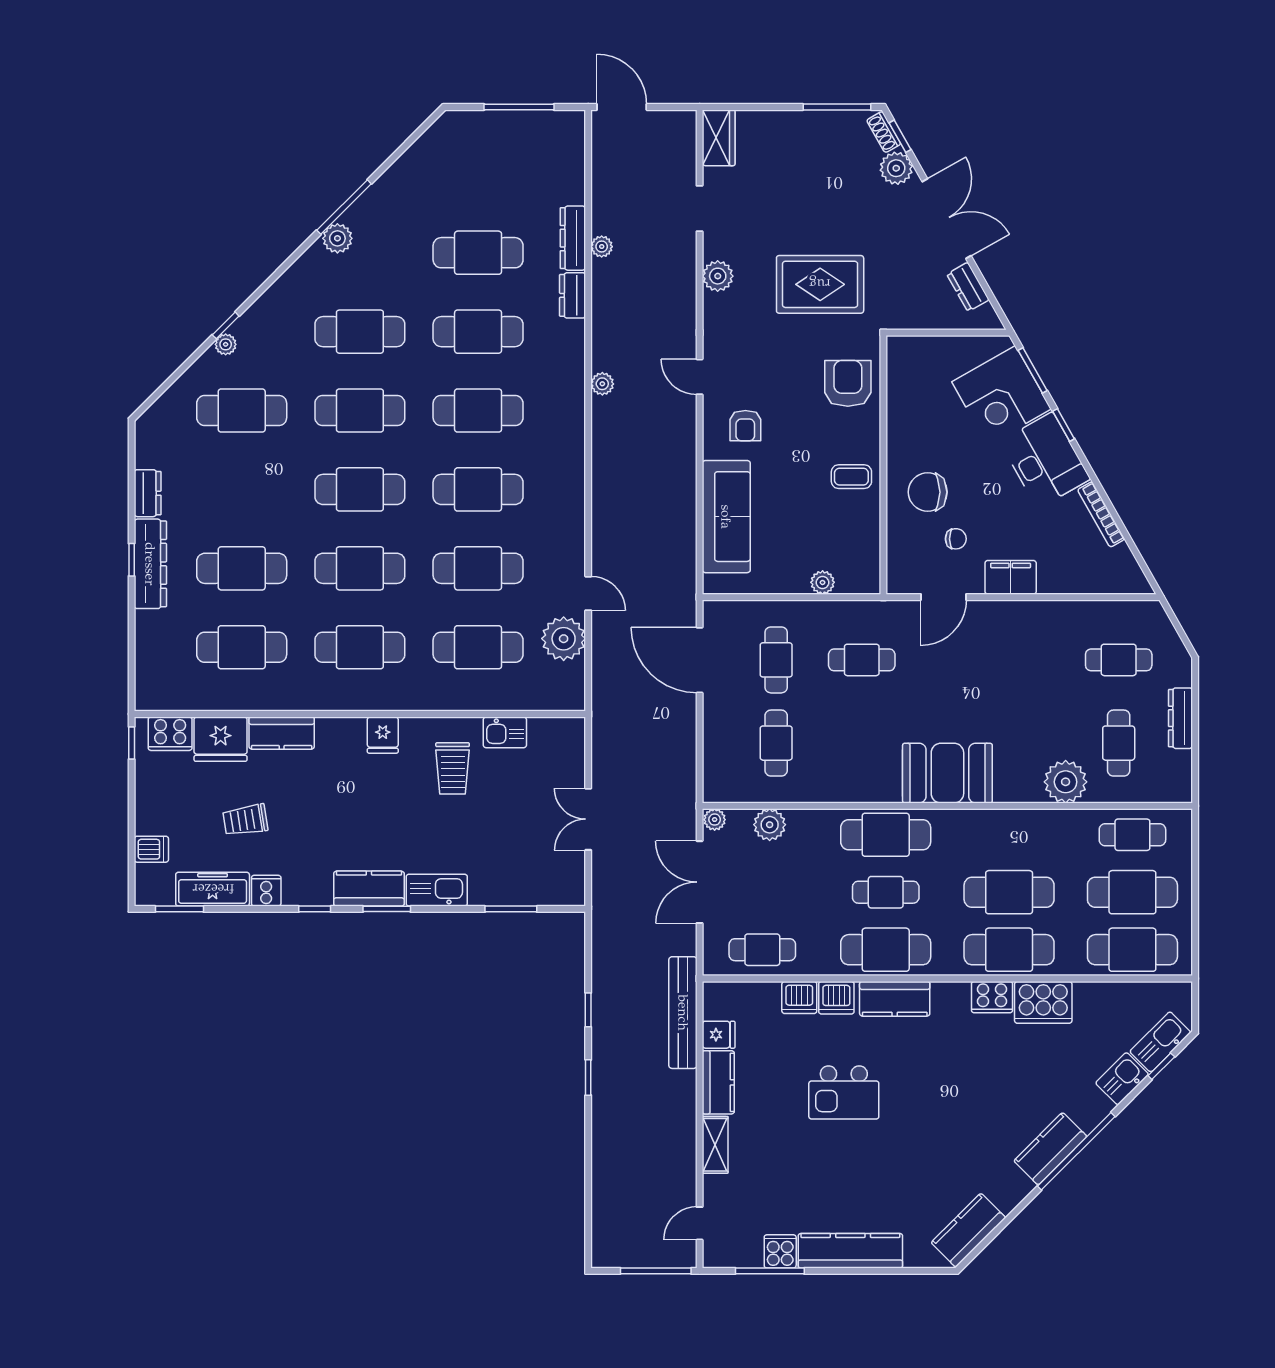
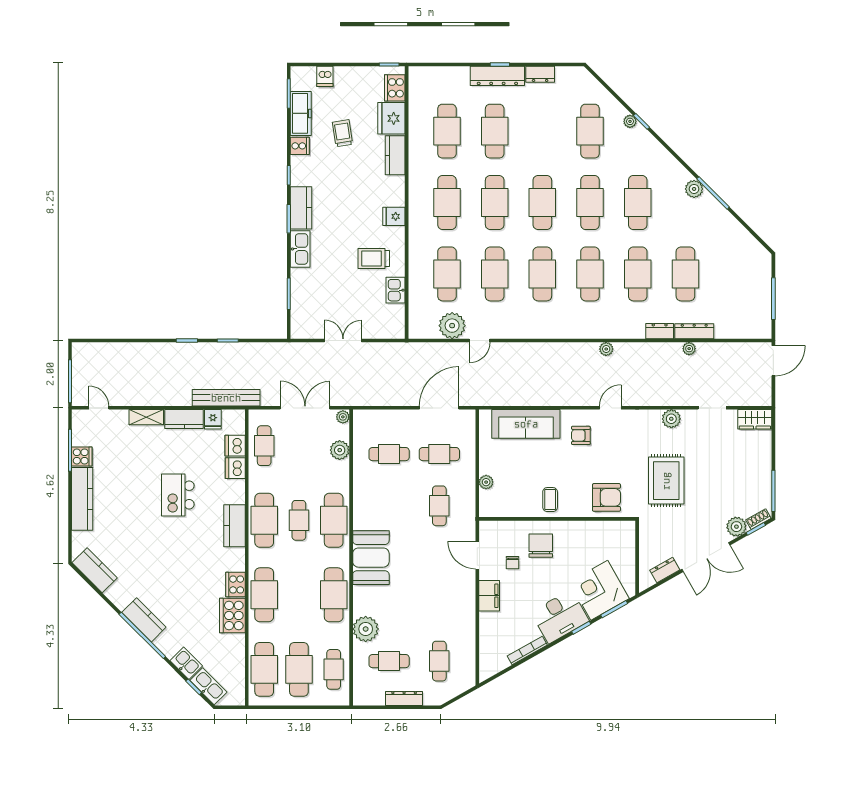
cafe table: (1009, 892) -> (334, 595), moved
dishwasher: (836, 998) -> (235, 446), moved

